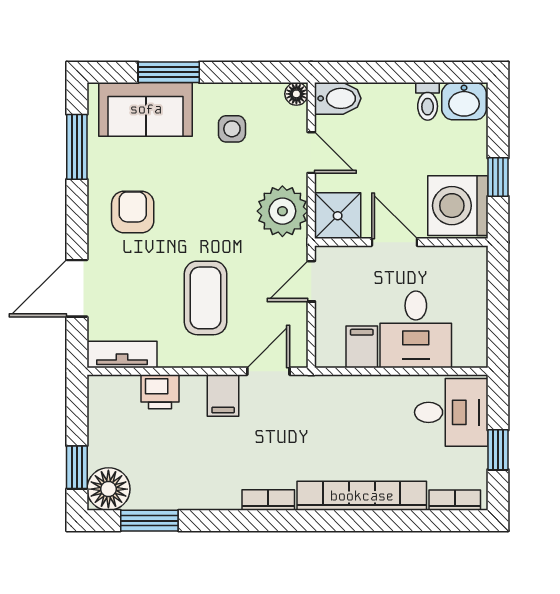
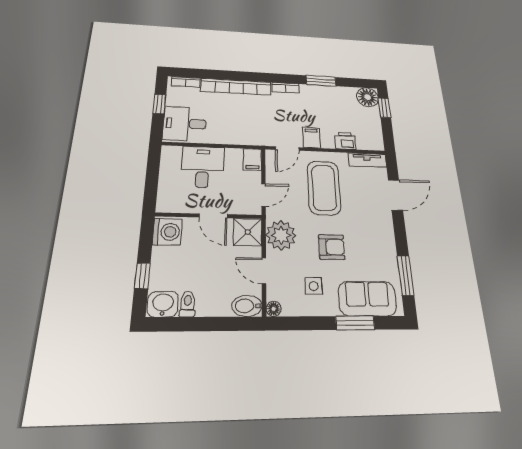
window: (498, 177) -> (142, 276), moved
washing machine: (458, 206) -> (167, 232), width x0.73, depth x0.73
armchair: (133, 212) -> (332, 247), moved, turned -90
coffee table: (205, 298) -> (324, 188), width x1.36, depth x1.32
filing cabinet: (362, 347) -> (252, 160), moved
window: (149, 521) -> (321, 81), moved

